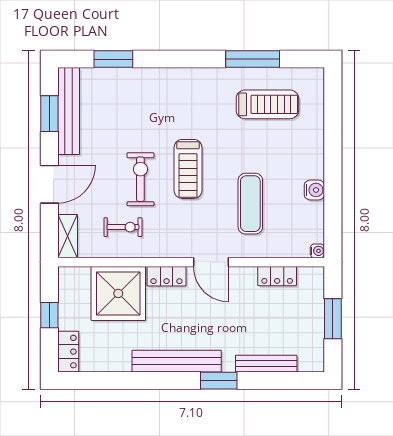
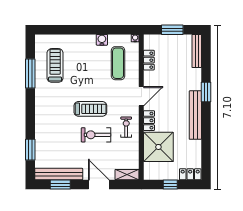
exercise mat: (250, 204) -> (118, 63), moved, turned 90
exercise bike: (123, 227) -> (126, 127), moved
bench: (266, 364) -> (197, 51), moved

